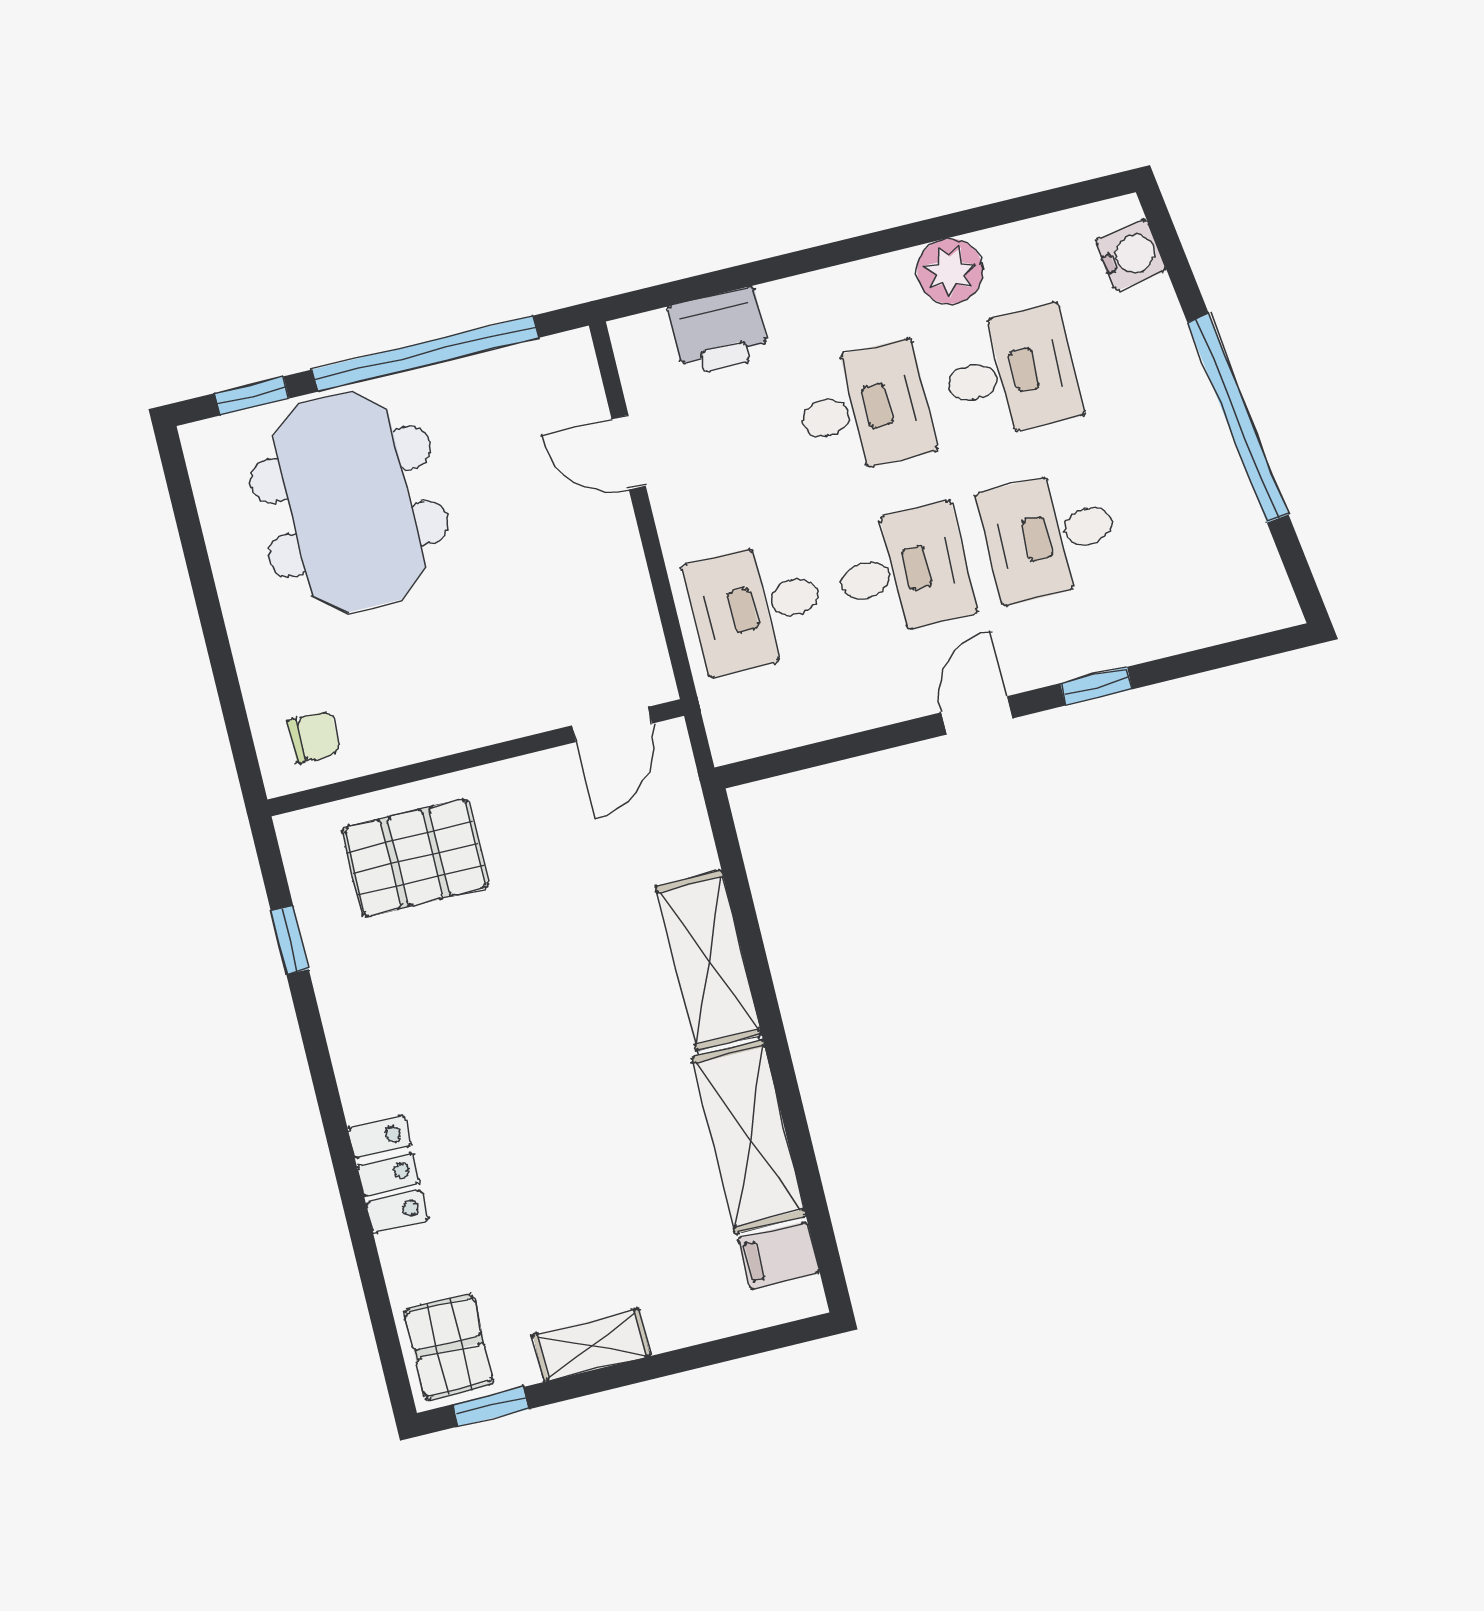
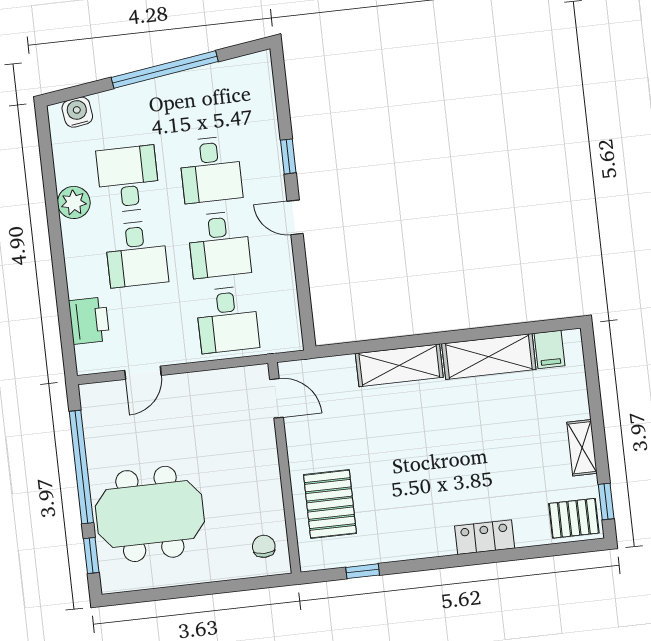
desk: (864, 409) -> (136, 254), turned 180
desk: (903, 571) -> (219, 245), turned 180

